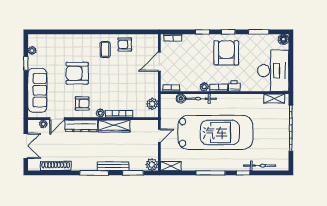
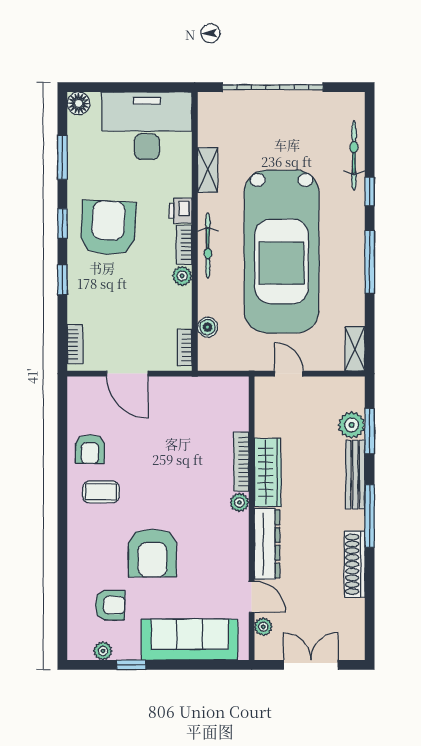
armchair: (226, 53) -> (108, 228), turned 93
shelving: (274, 98) -> (208, 170), moved
bicycle: (201, 99) -> (208, 246), moved
armchair: (82, 103) -> (110, 605), moved, turned 90
plant: (152, 104) -> (219, 389), removed
car: (215, 132) -> (282, 252), turned 180
plant: (152, 165) -> (352, 425), moved
shoe rack: (56, 166) -> (355, 564), moved

